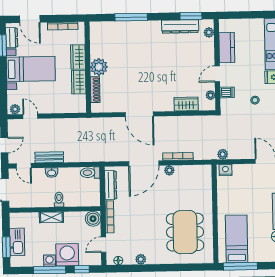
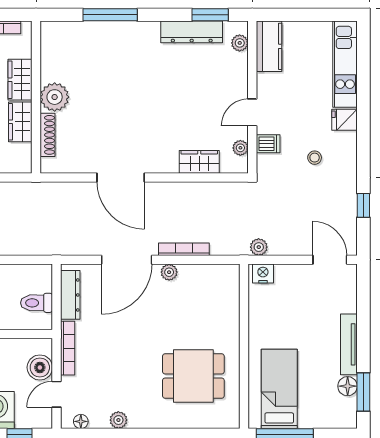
kitchen counter: (227, 48) -> (269, 46), moved
toilet: (90, 173) -> (37, 303), moved
boiler: (93, 219) -> (40, 367), moved
dining table: (185, 232) -> (193, 376), width x0.73

